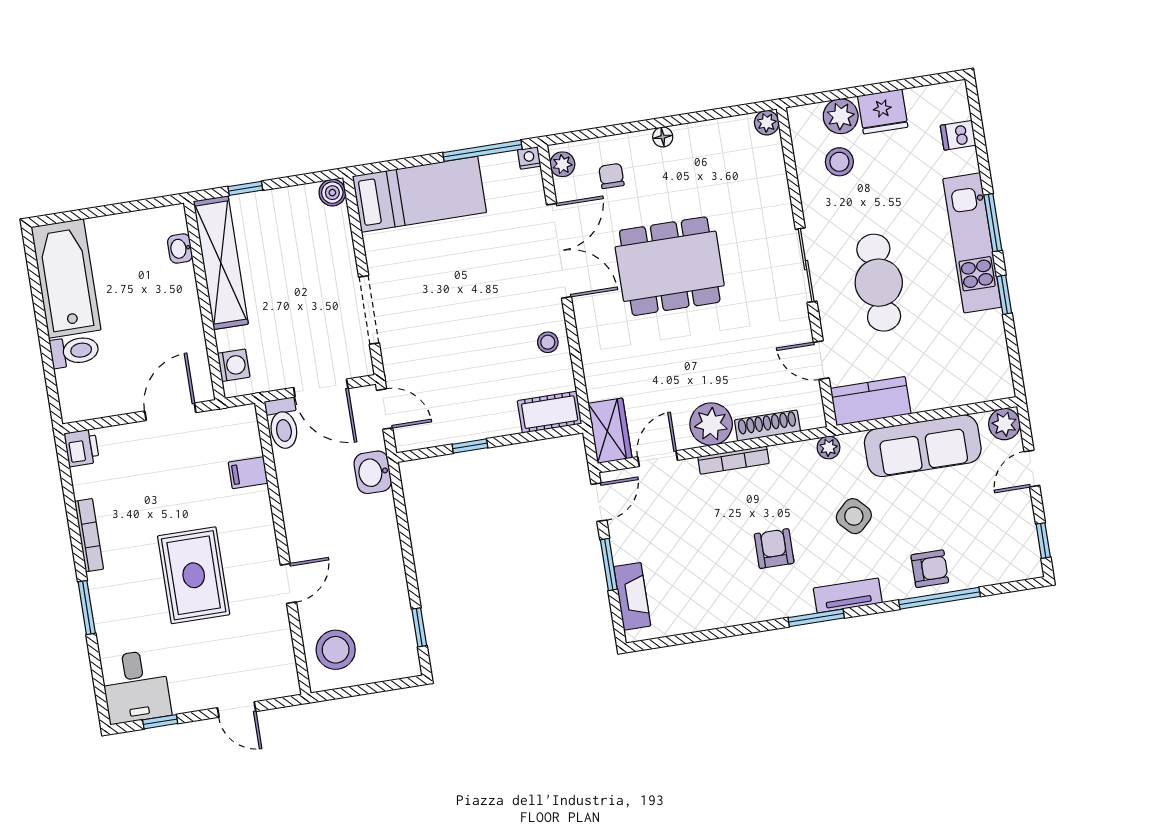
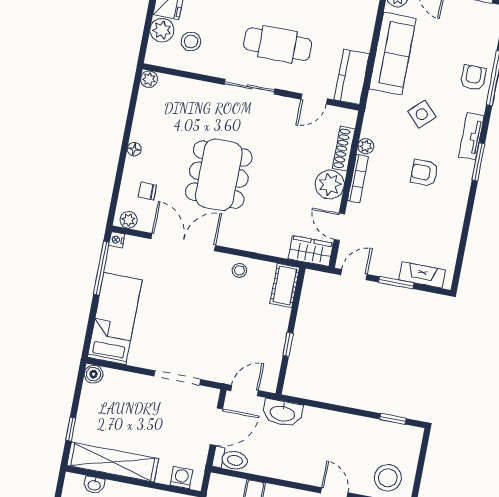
plant: (829, 447) -> (366, 146), moved
washbasin: (373, 472) -> (282, 413), width x1.38
door: (599, 502) -> (354, 275), hinge flipped

